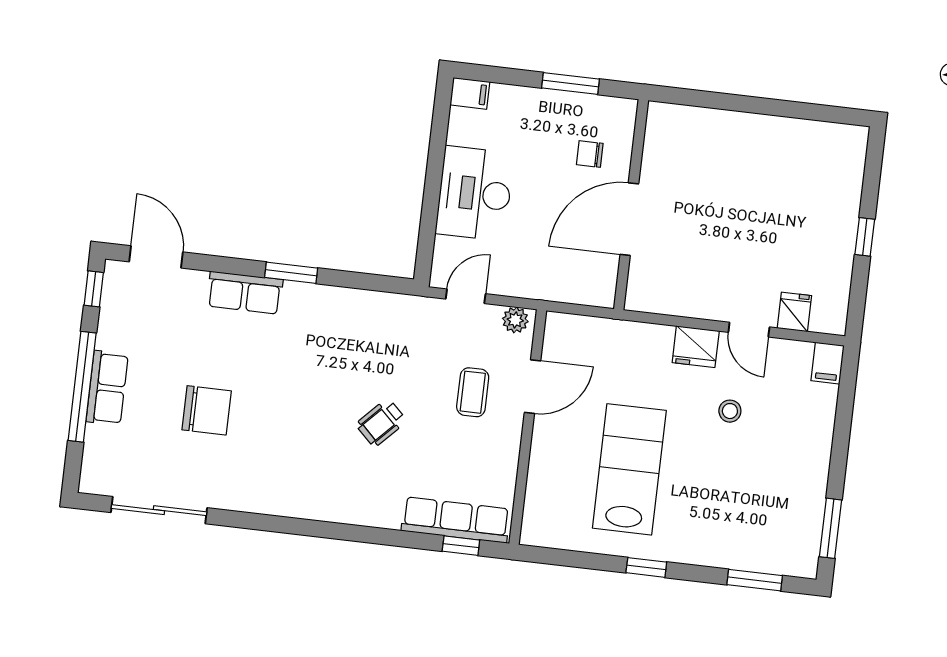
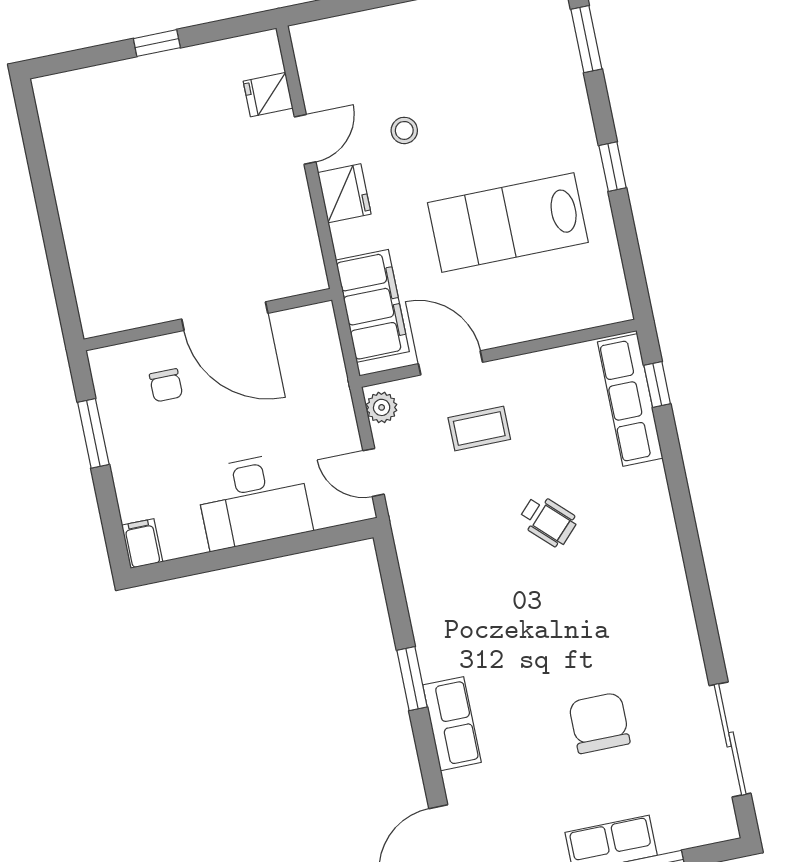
filing cabinet: (828, 363) -> (372, 306), moved, width x3.00, depth x1.17

